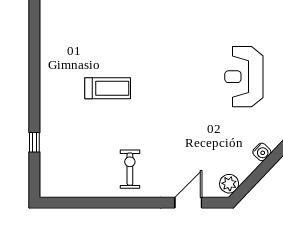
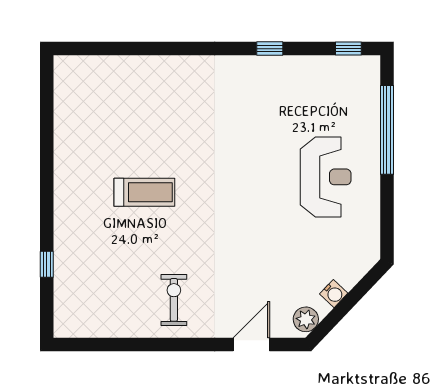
reception desk: (244, 77) -> (326, 177), turned 180
water cooler: (262, 152) -> (334, 294), moved

